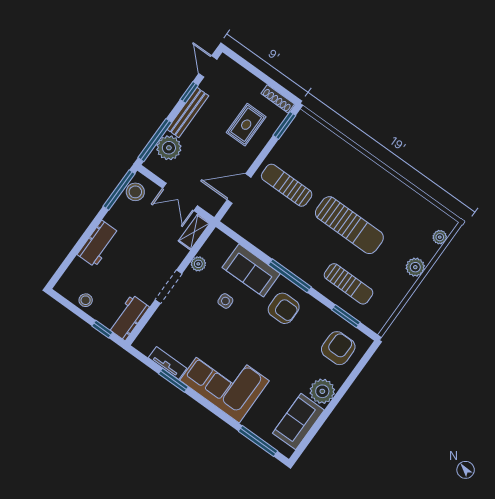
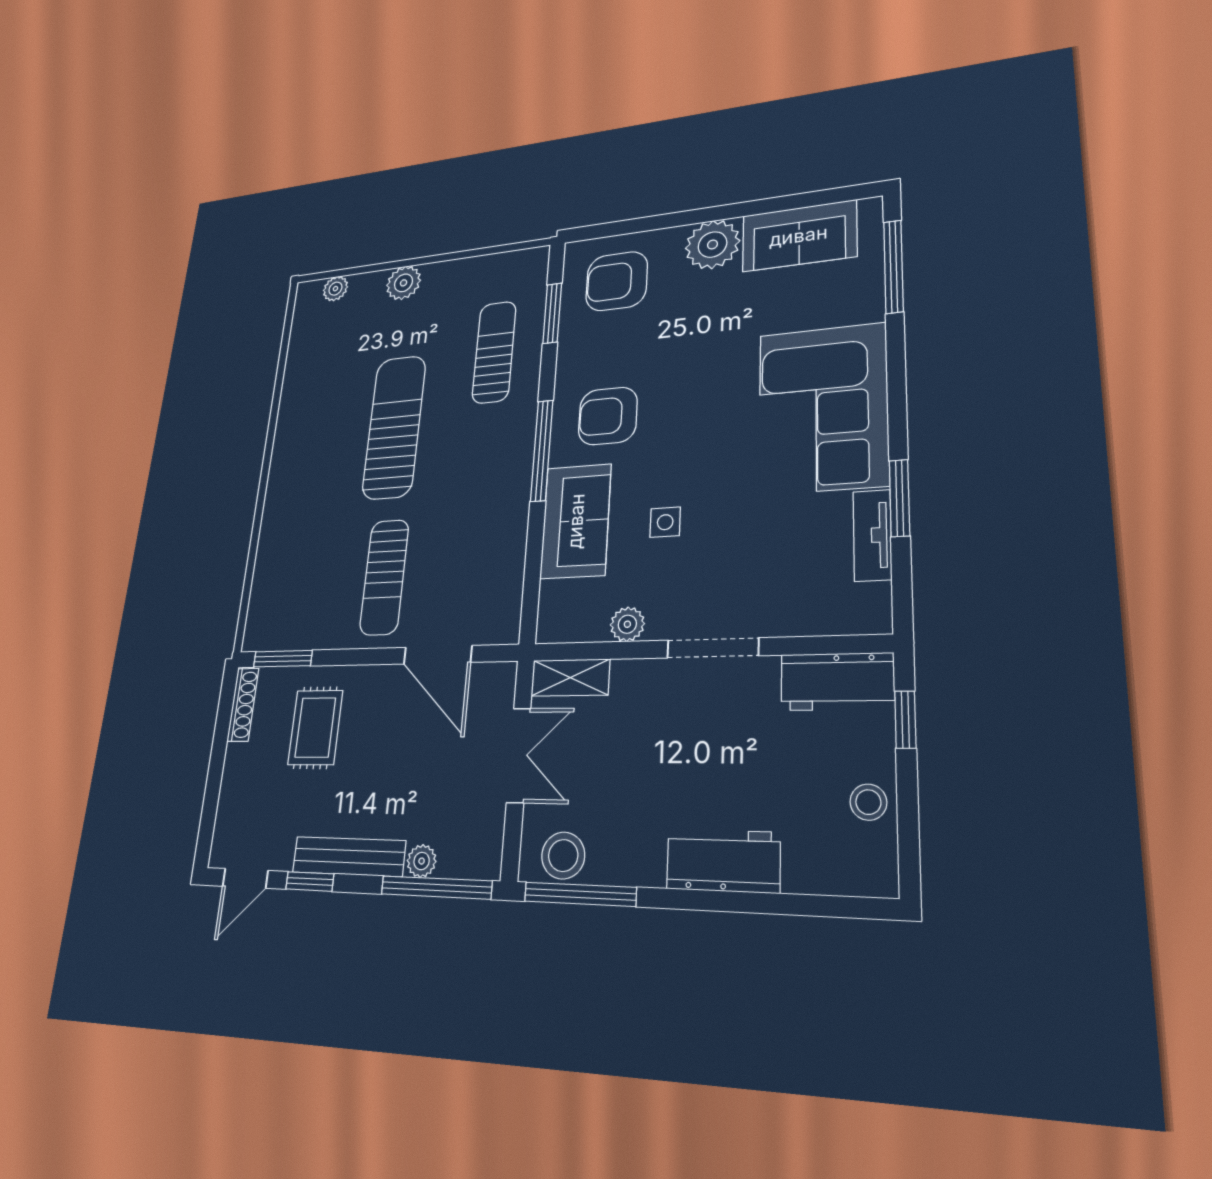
rug: (246, 125) -> (315, 727), turned 90
plant: (169, 148) -> (422, 861), width x0.53, depth x0.53
armchair: (284, 308) -> (608, 416), turned -90

